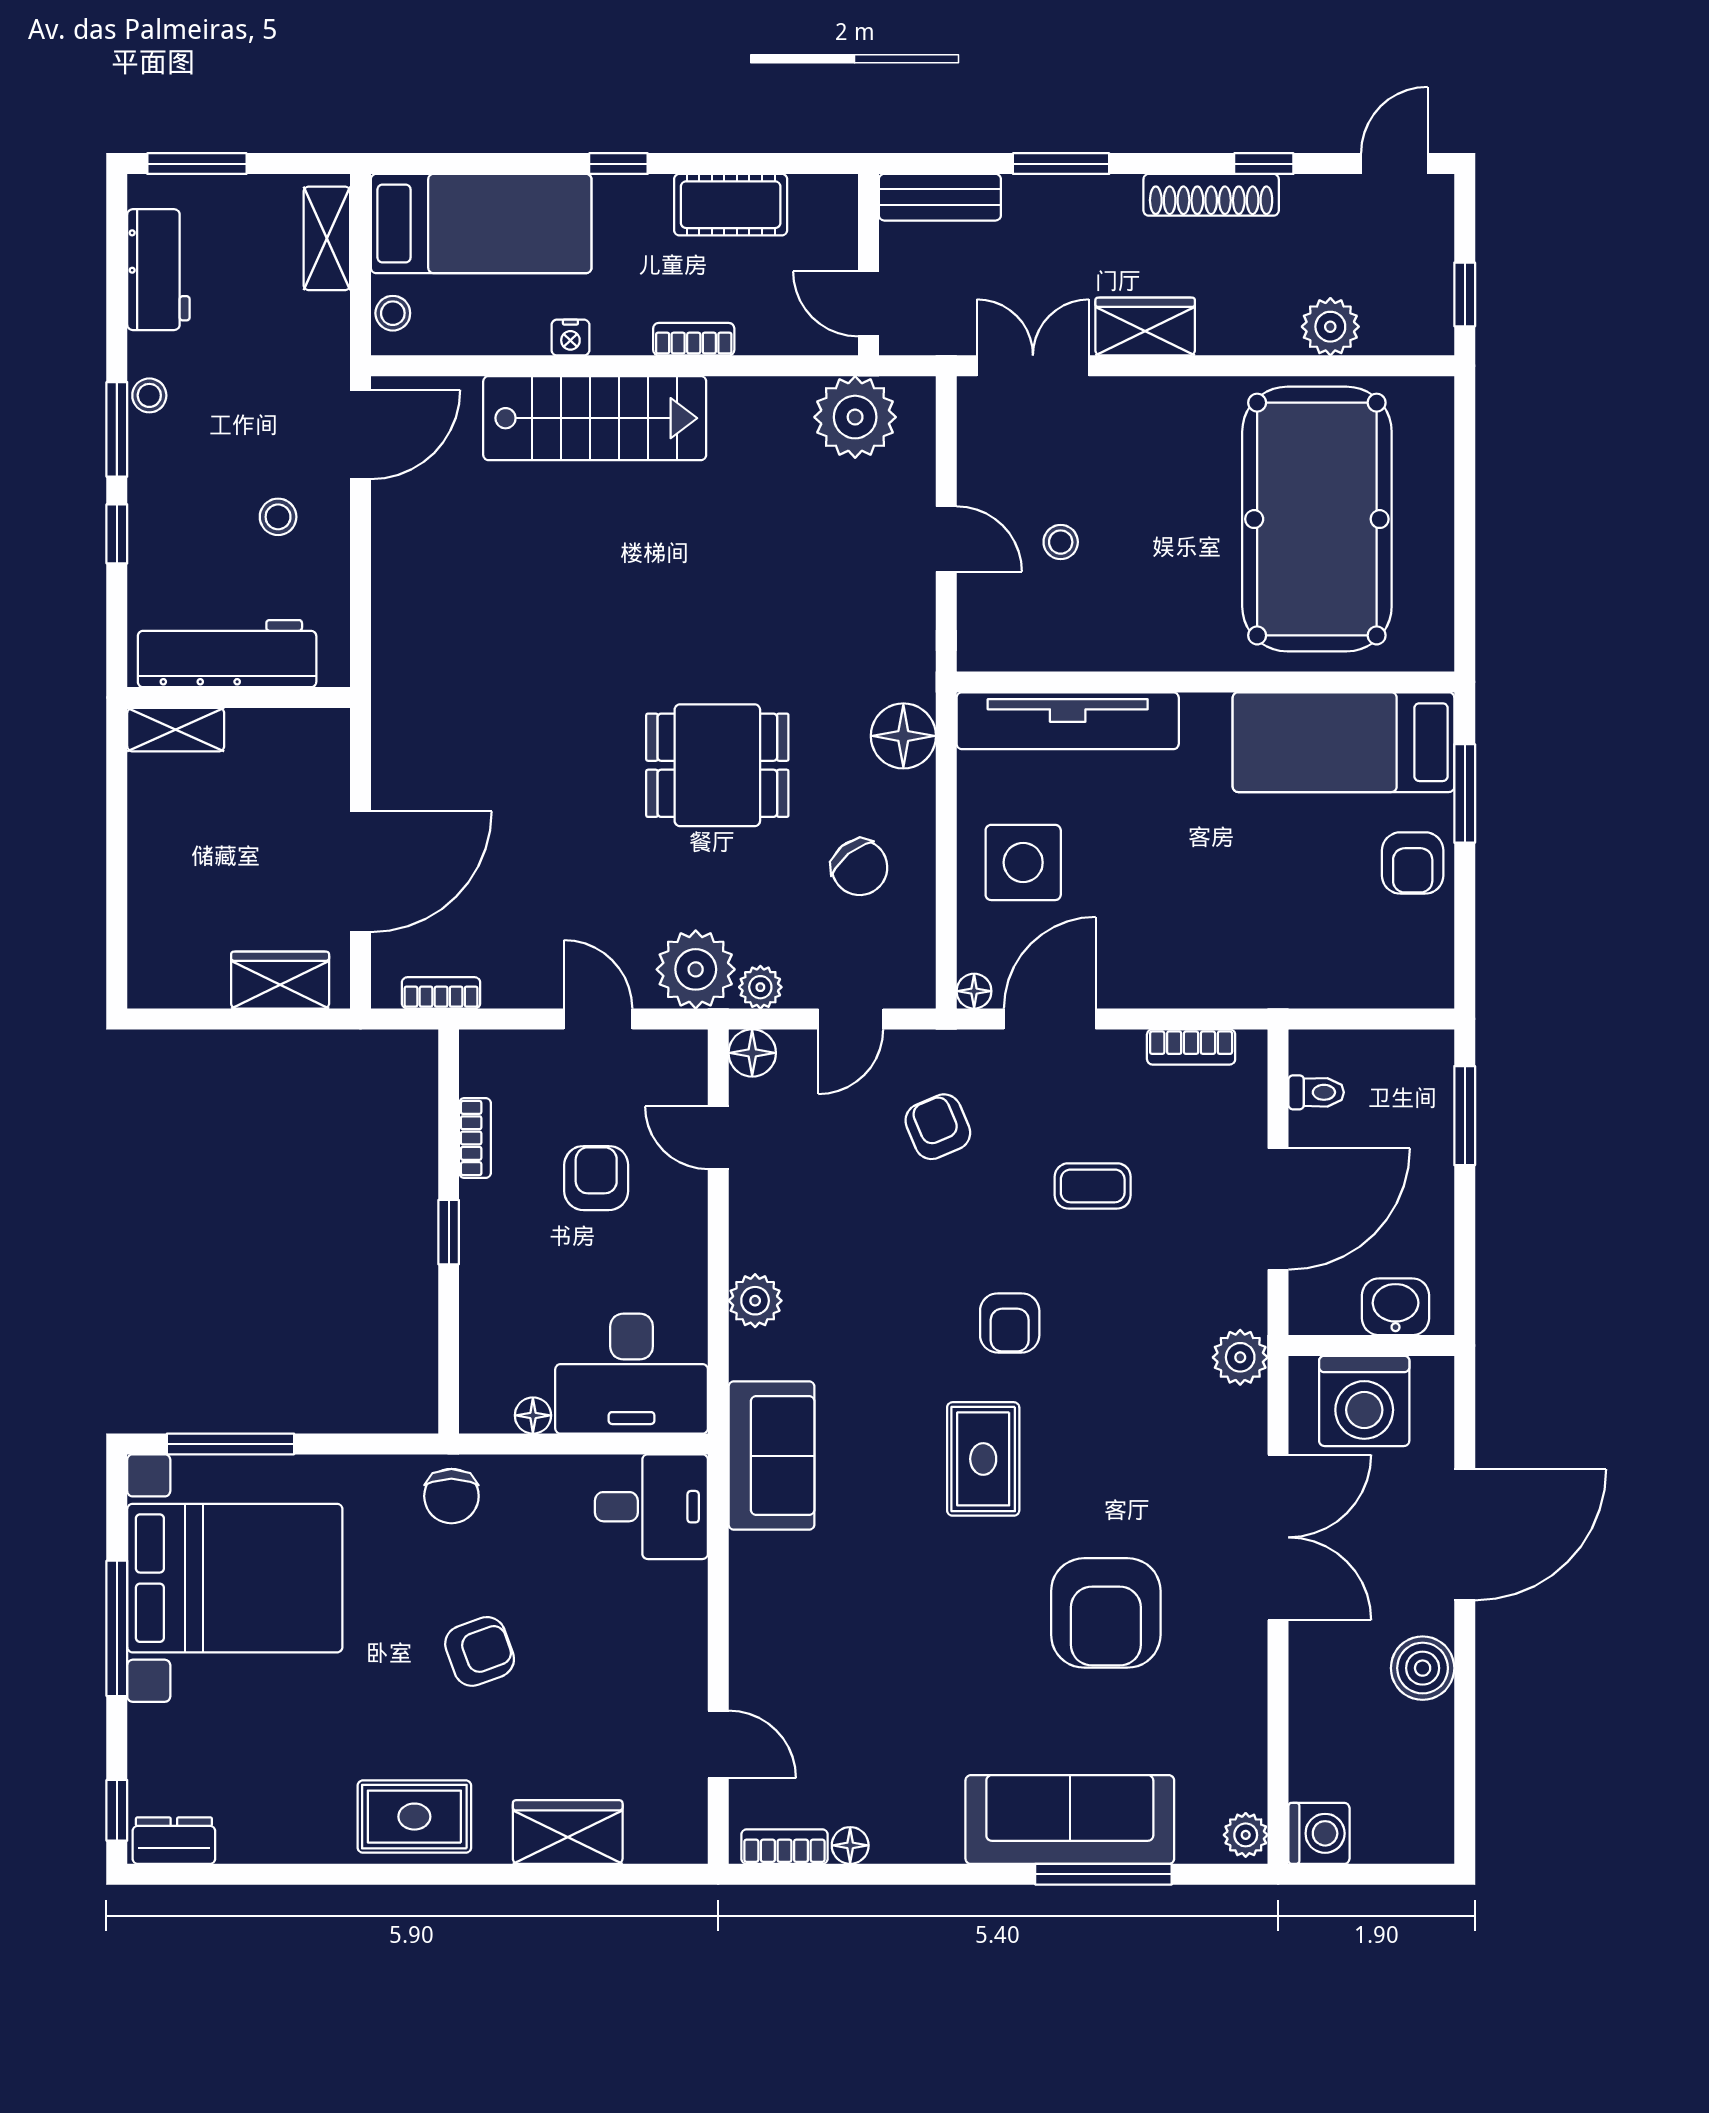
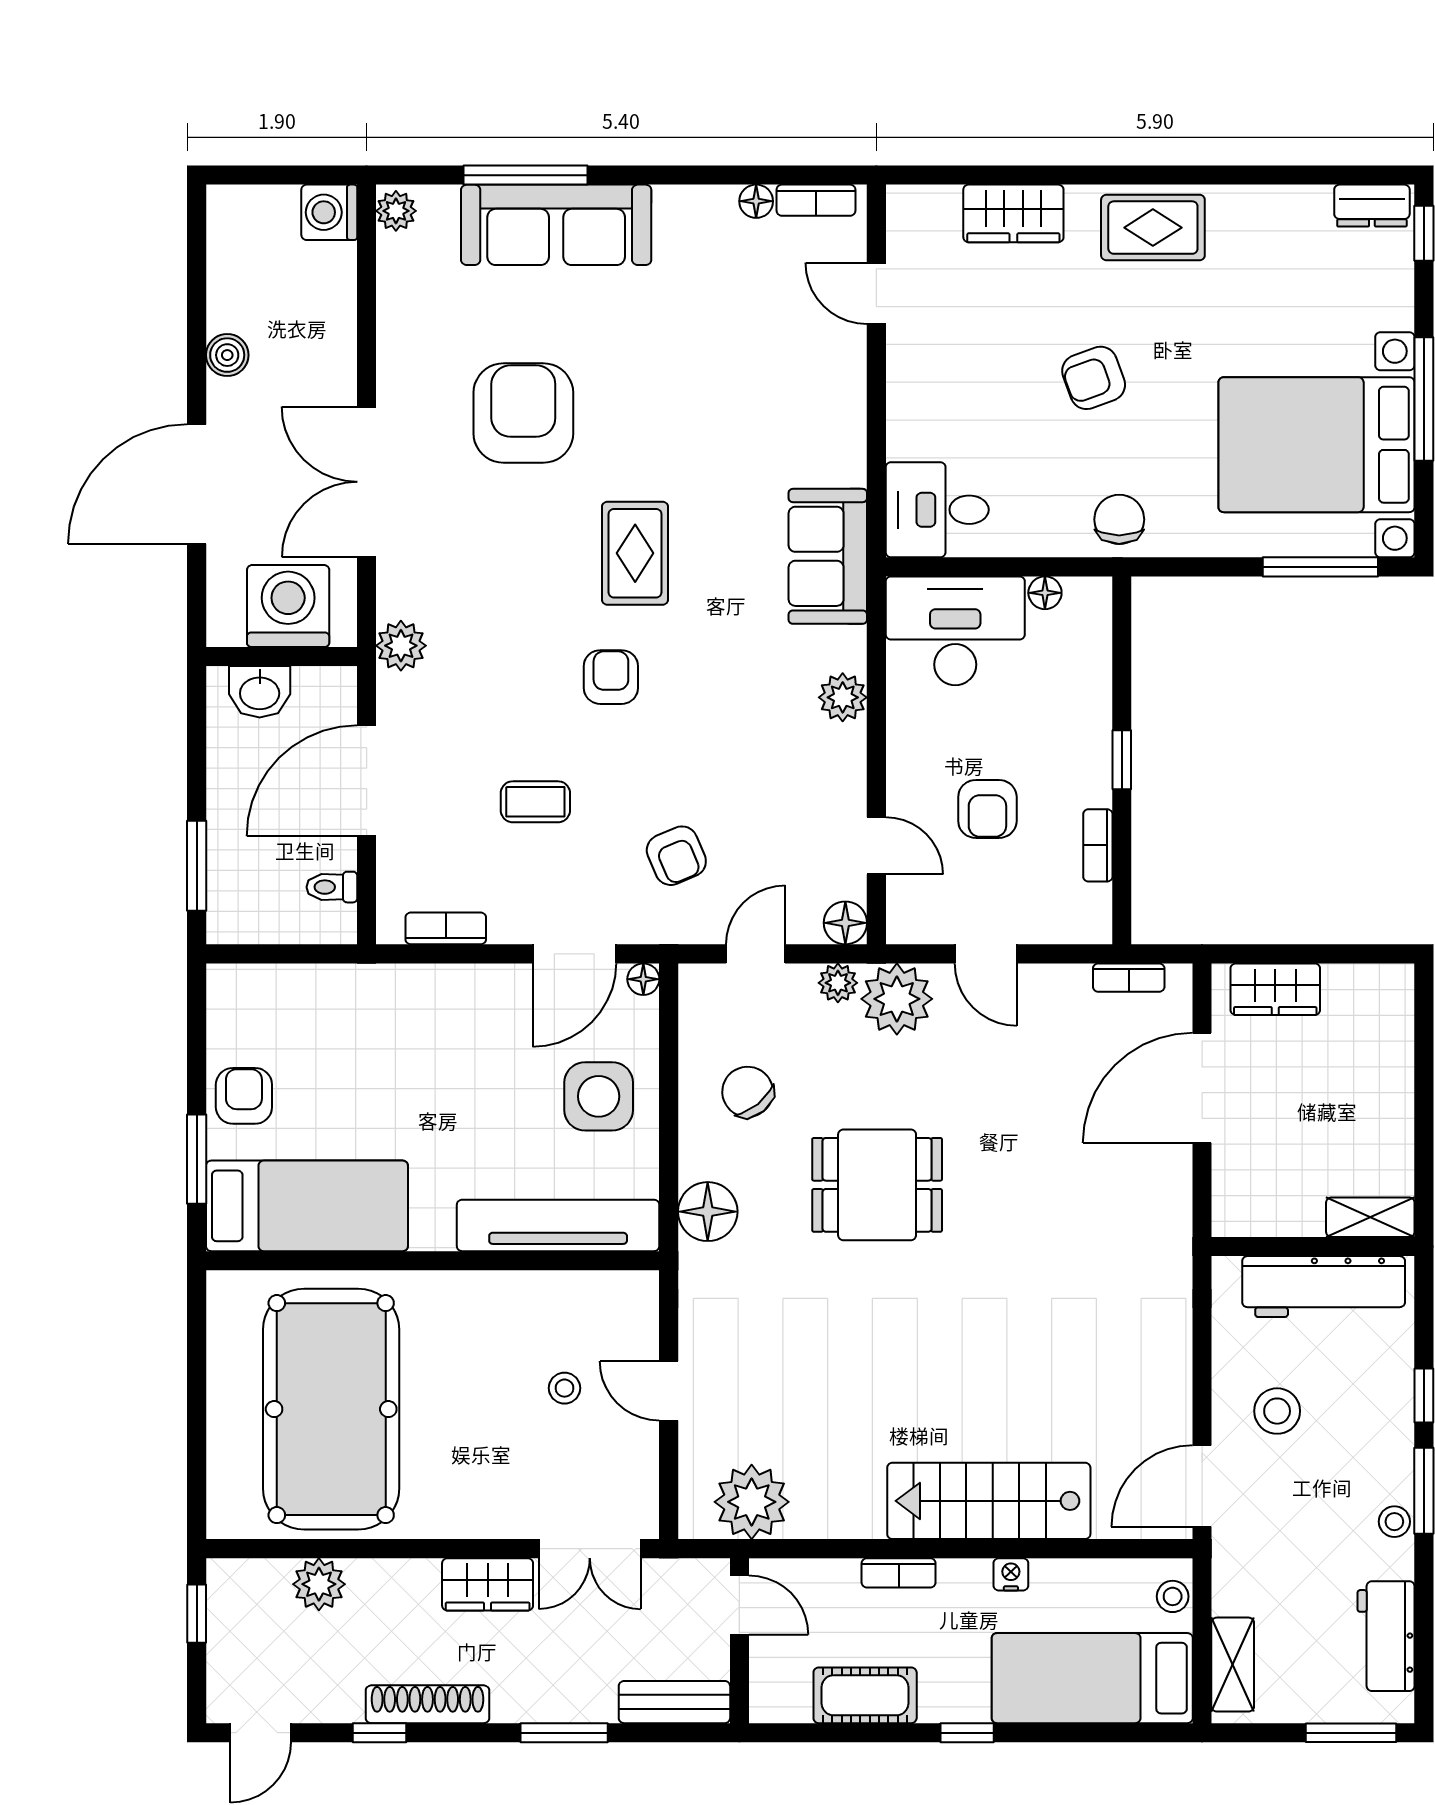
stool: (278, 517) -> (1277, 1411), width x1.37, depth x1.37
boiler: (1423, 1668) -> (227, 355), width x0.73, depth x0.73

